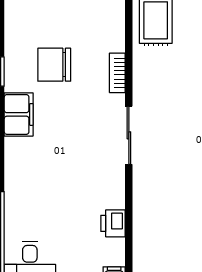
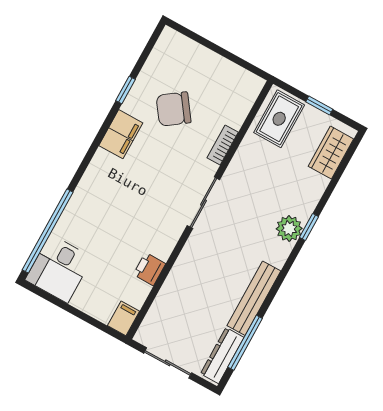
chair: (54, 65) -> (174, 109), turned -36

